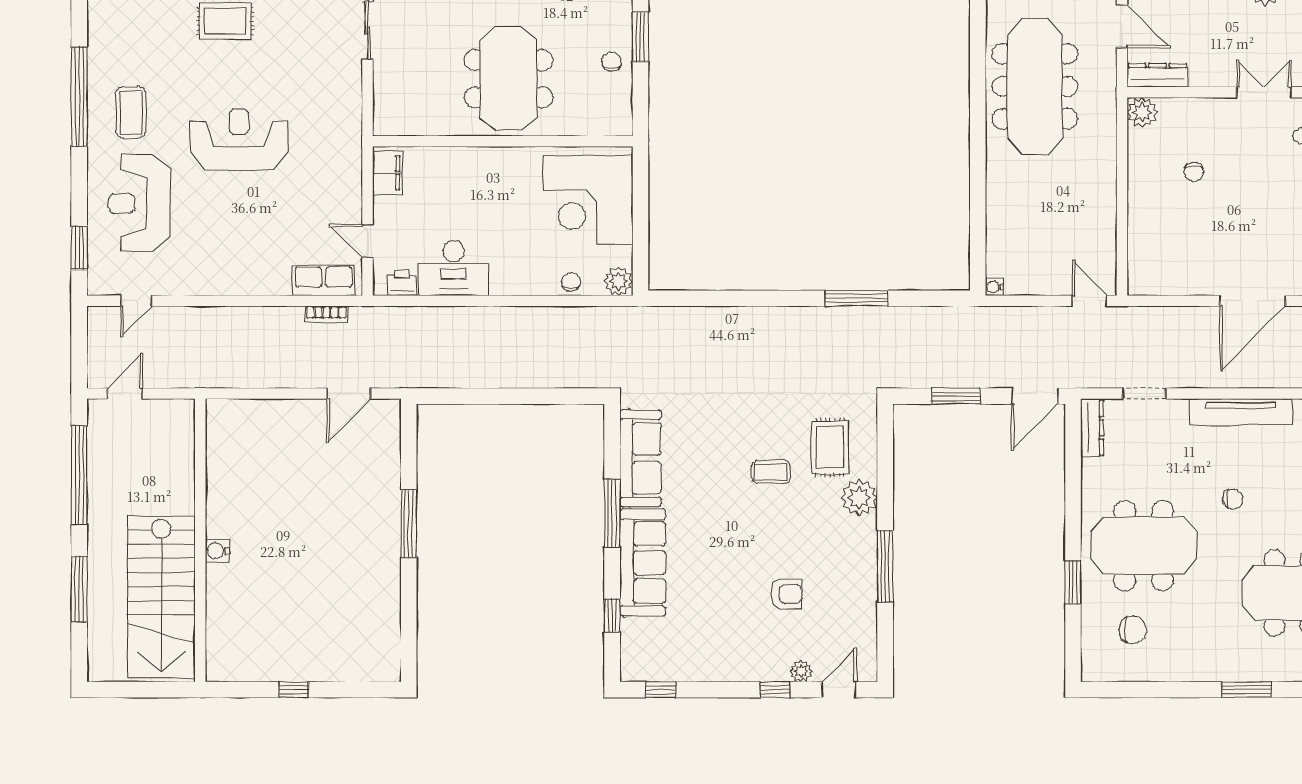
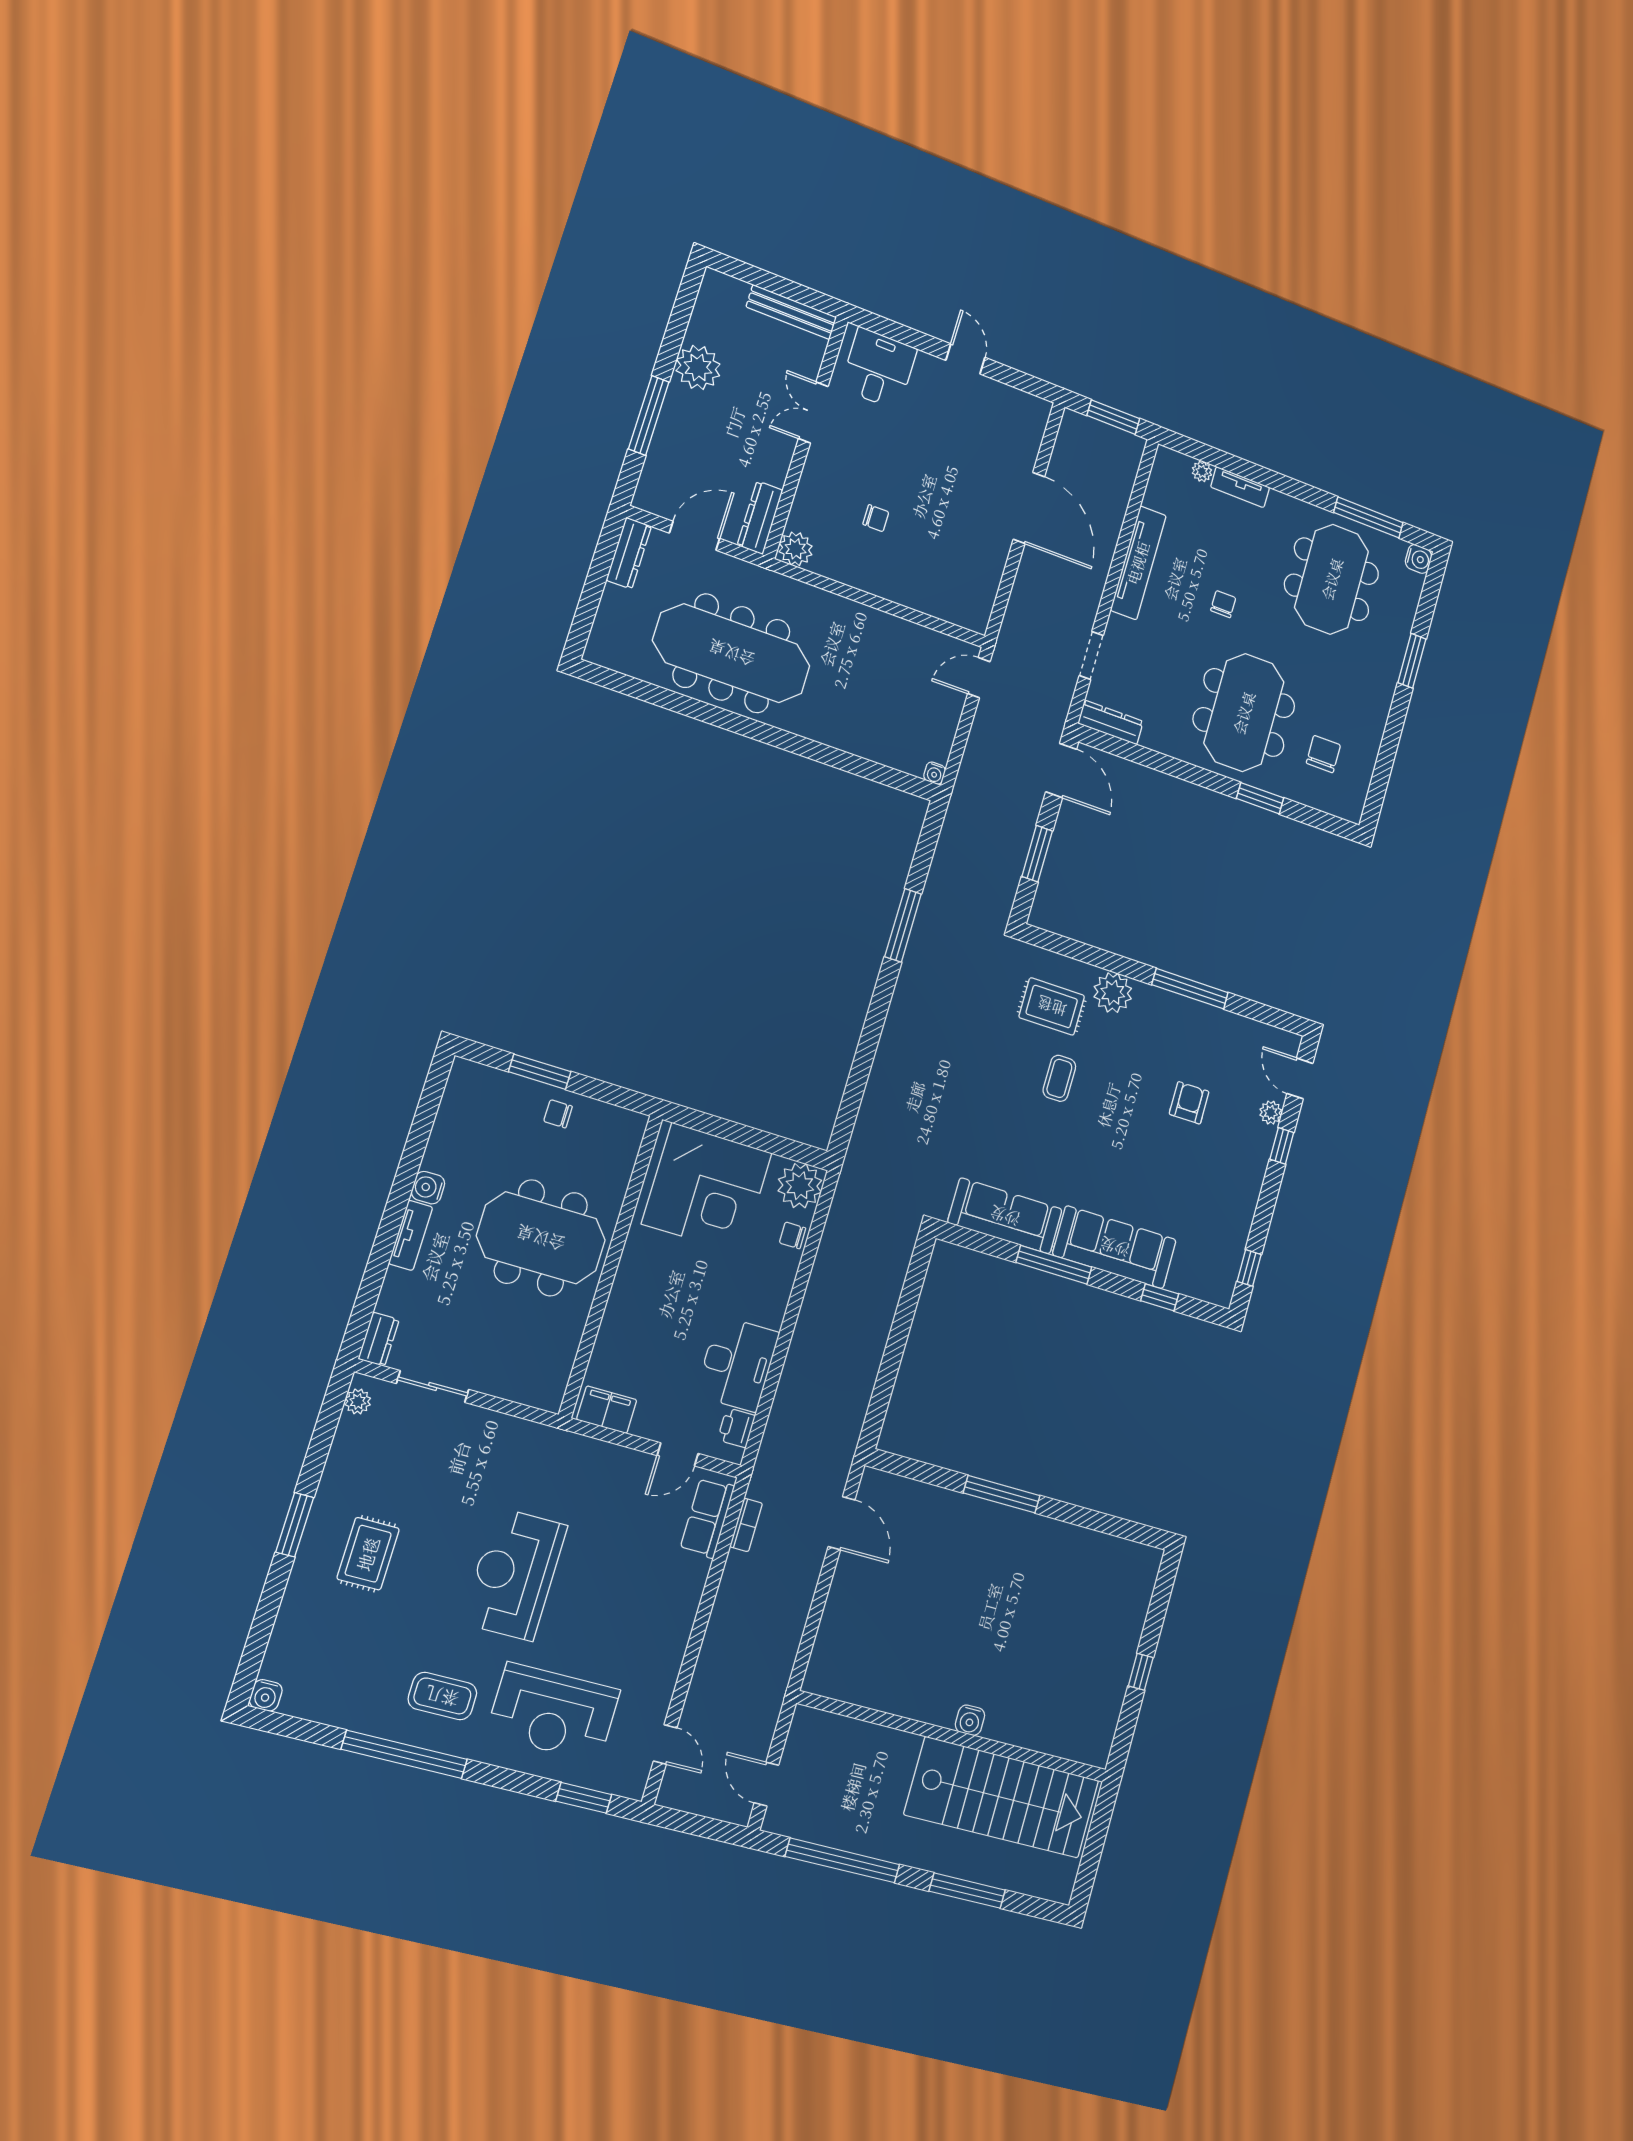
plant: (618, 281) -> (800, 1186), width x1.36, depth x1.36

